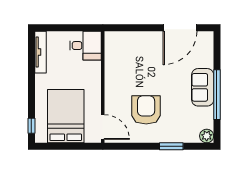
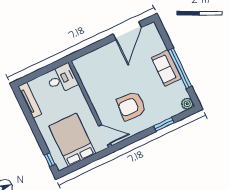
armchair: (146, 110) -> (131, 106), turned -87

